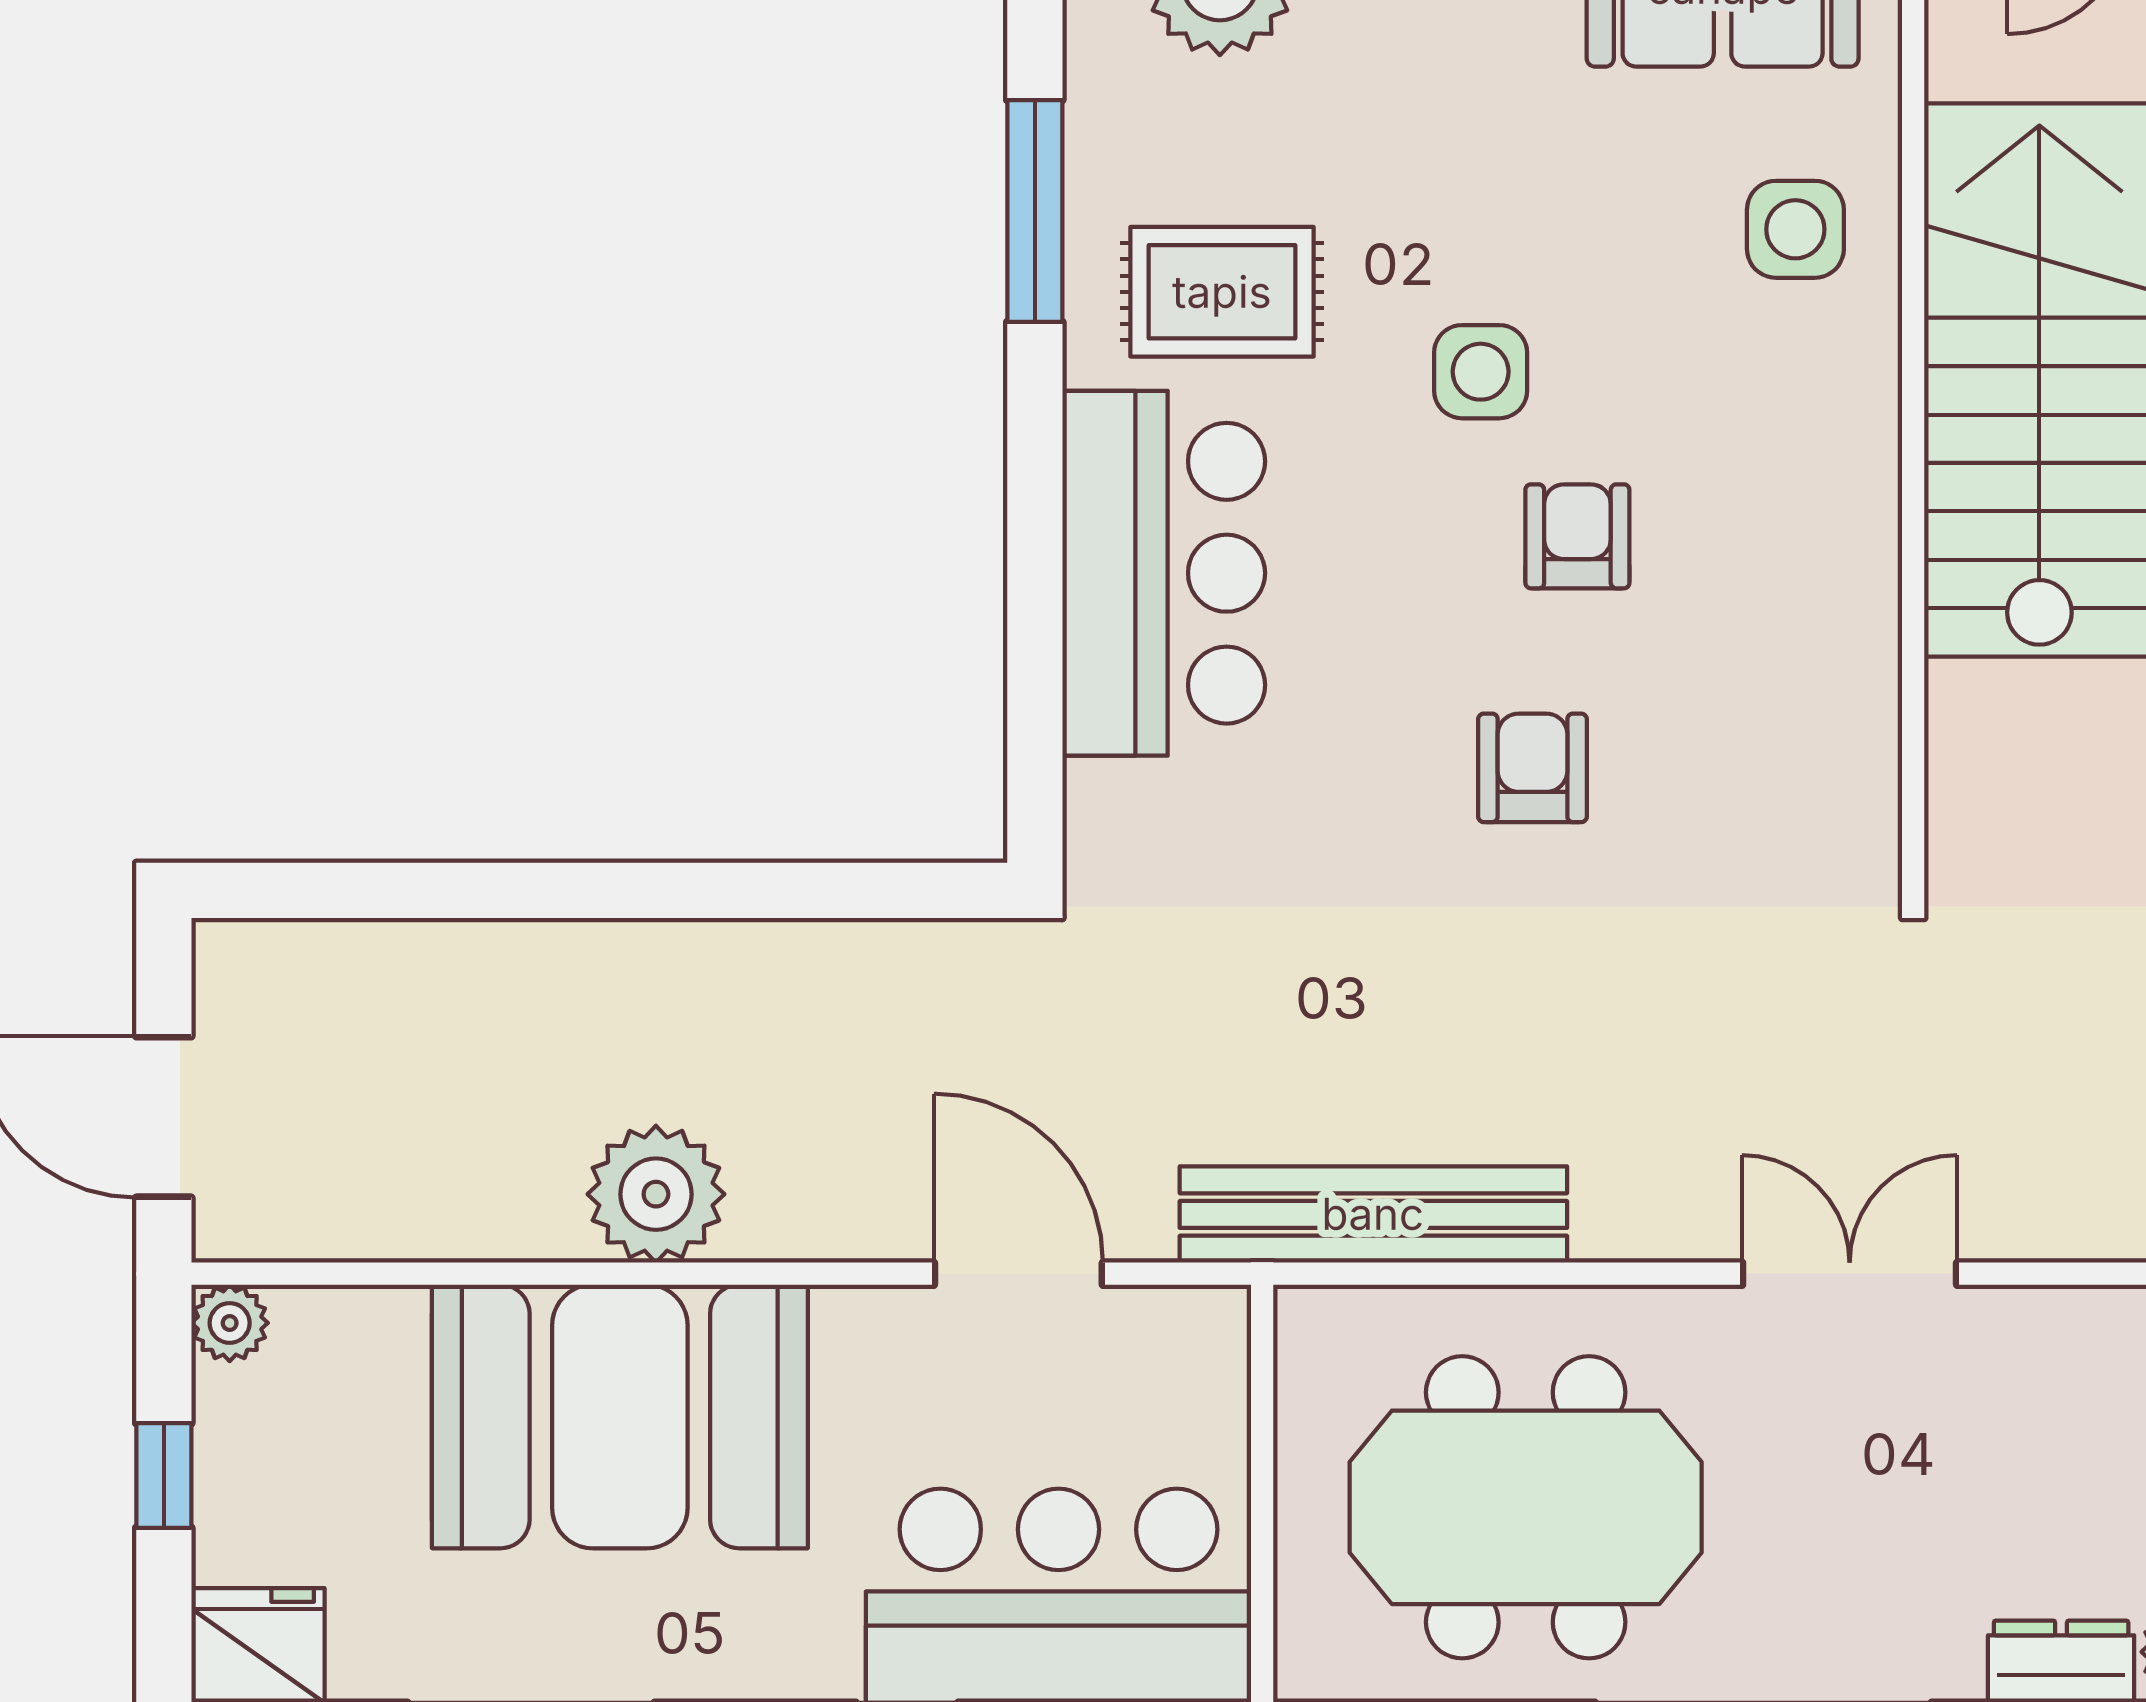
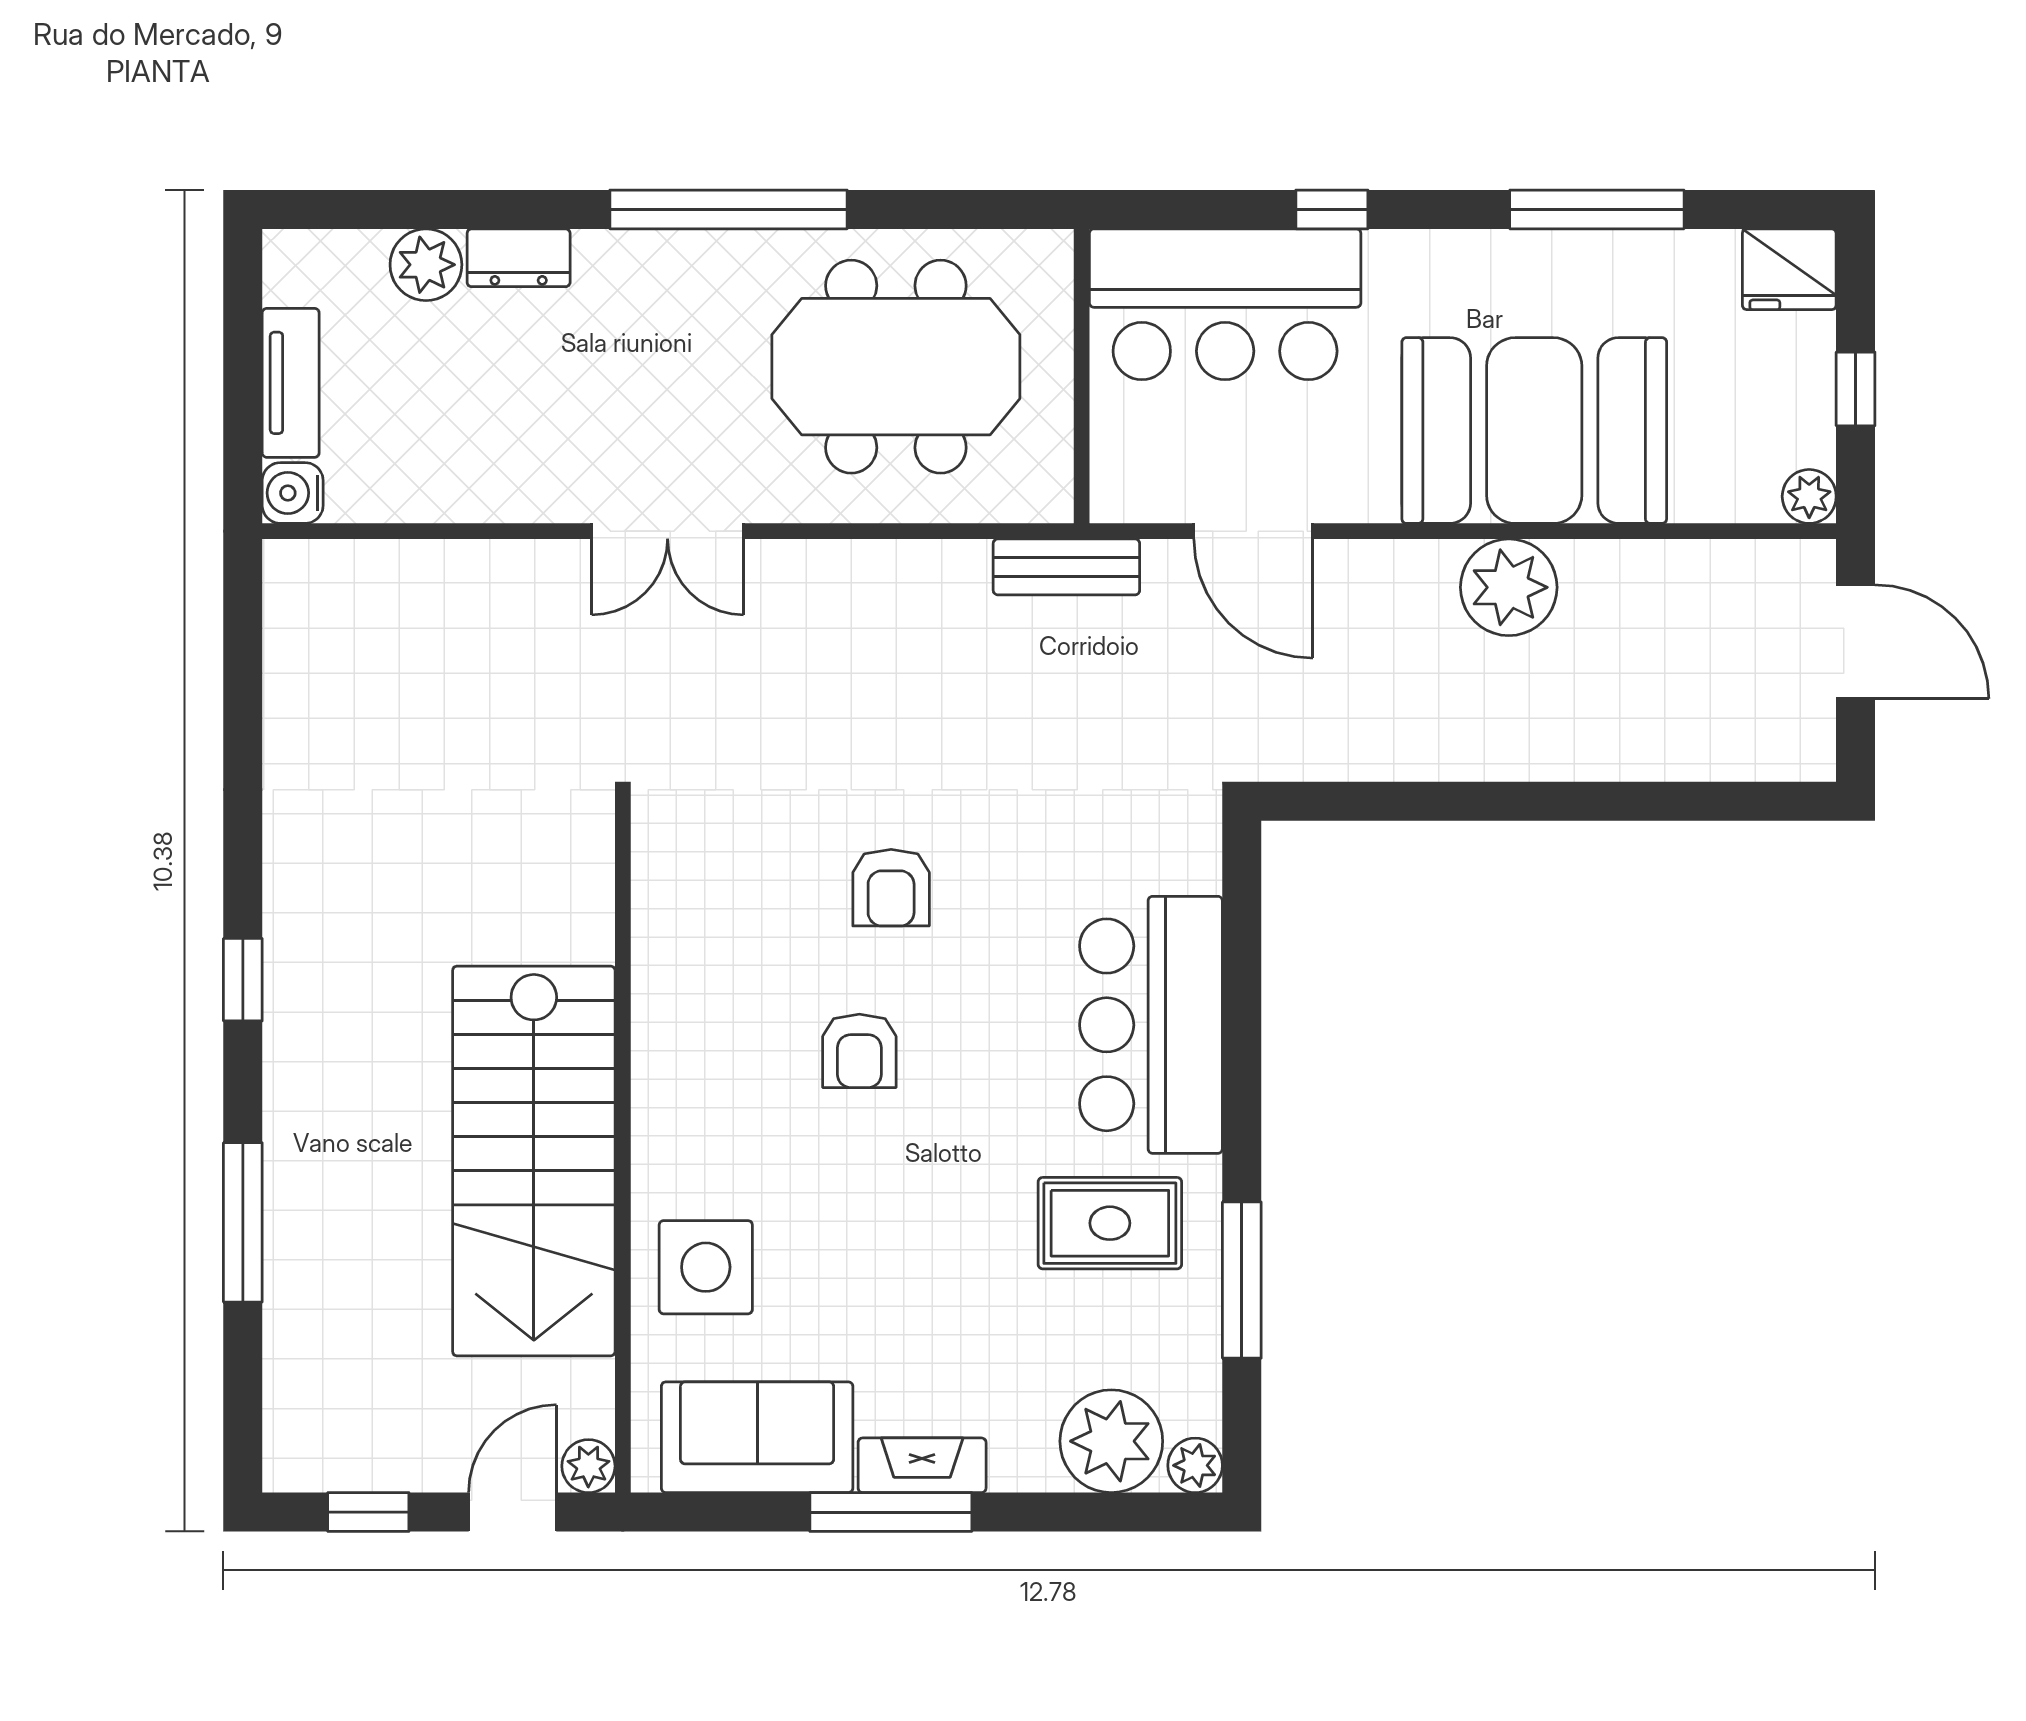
side table: (1795, 229) -> (706, 1267), width x1.37, depth x1.37
side table: (1481, 372) -> (928, 1167), removed
bench: (1373, 1214) -> (1066, 567), width x0.54, depth x0.82

